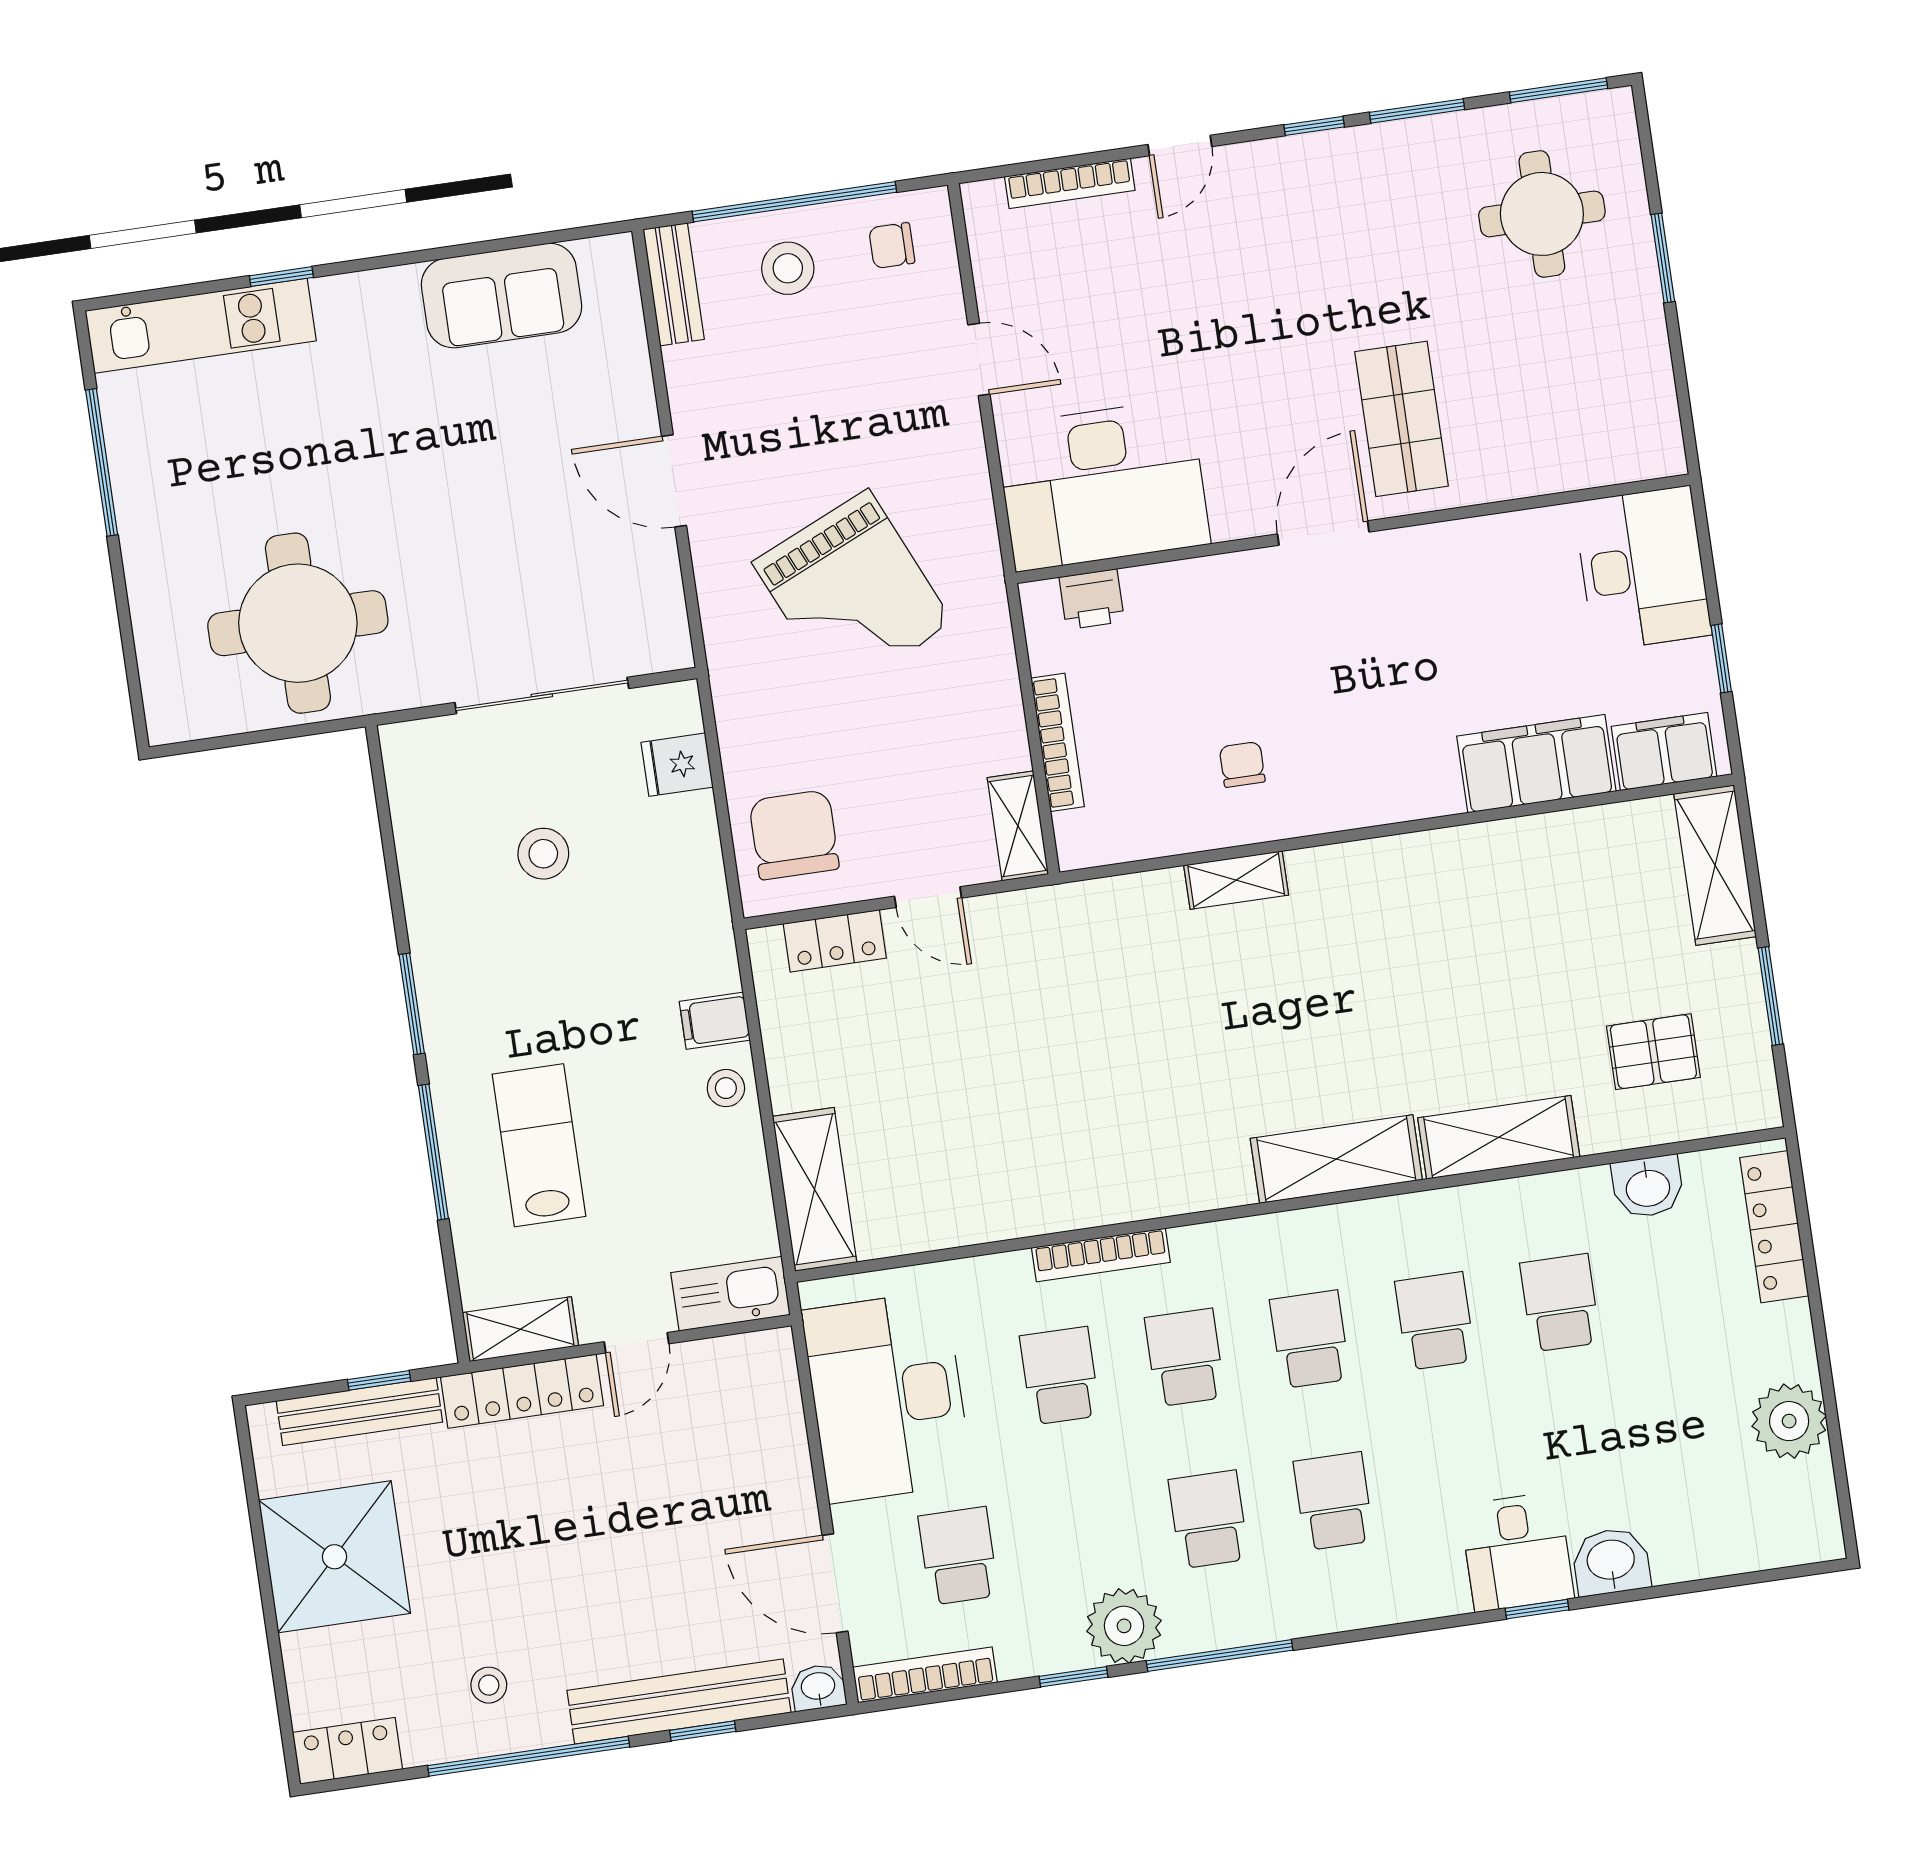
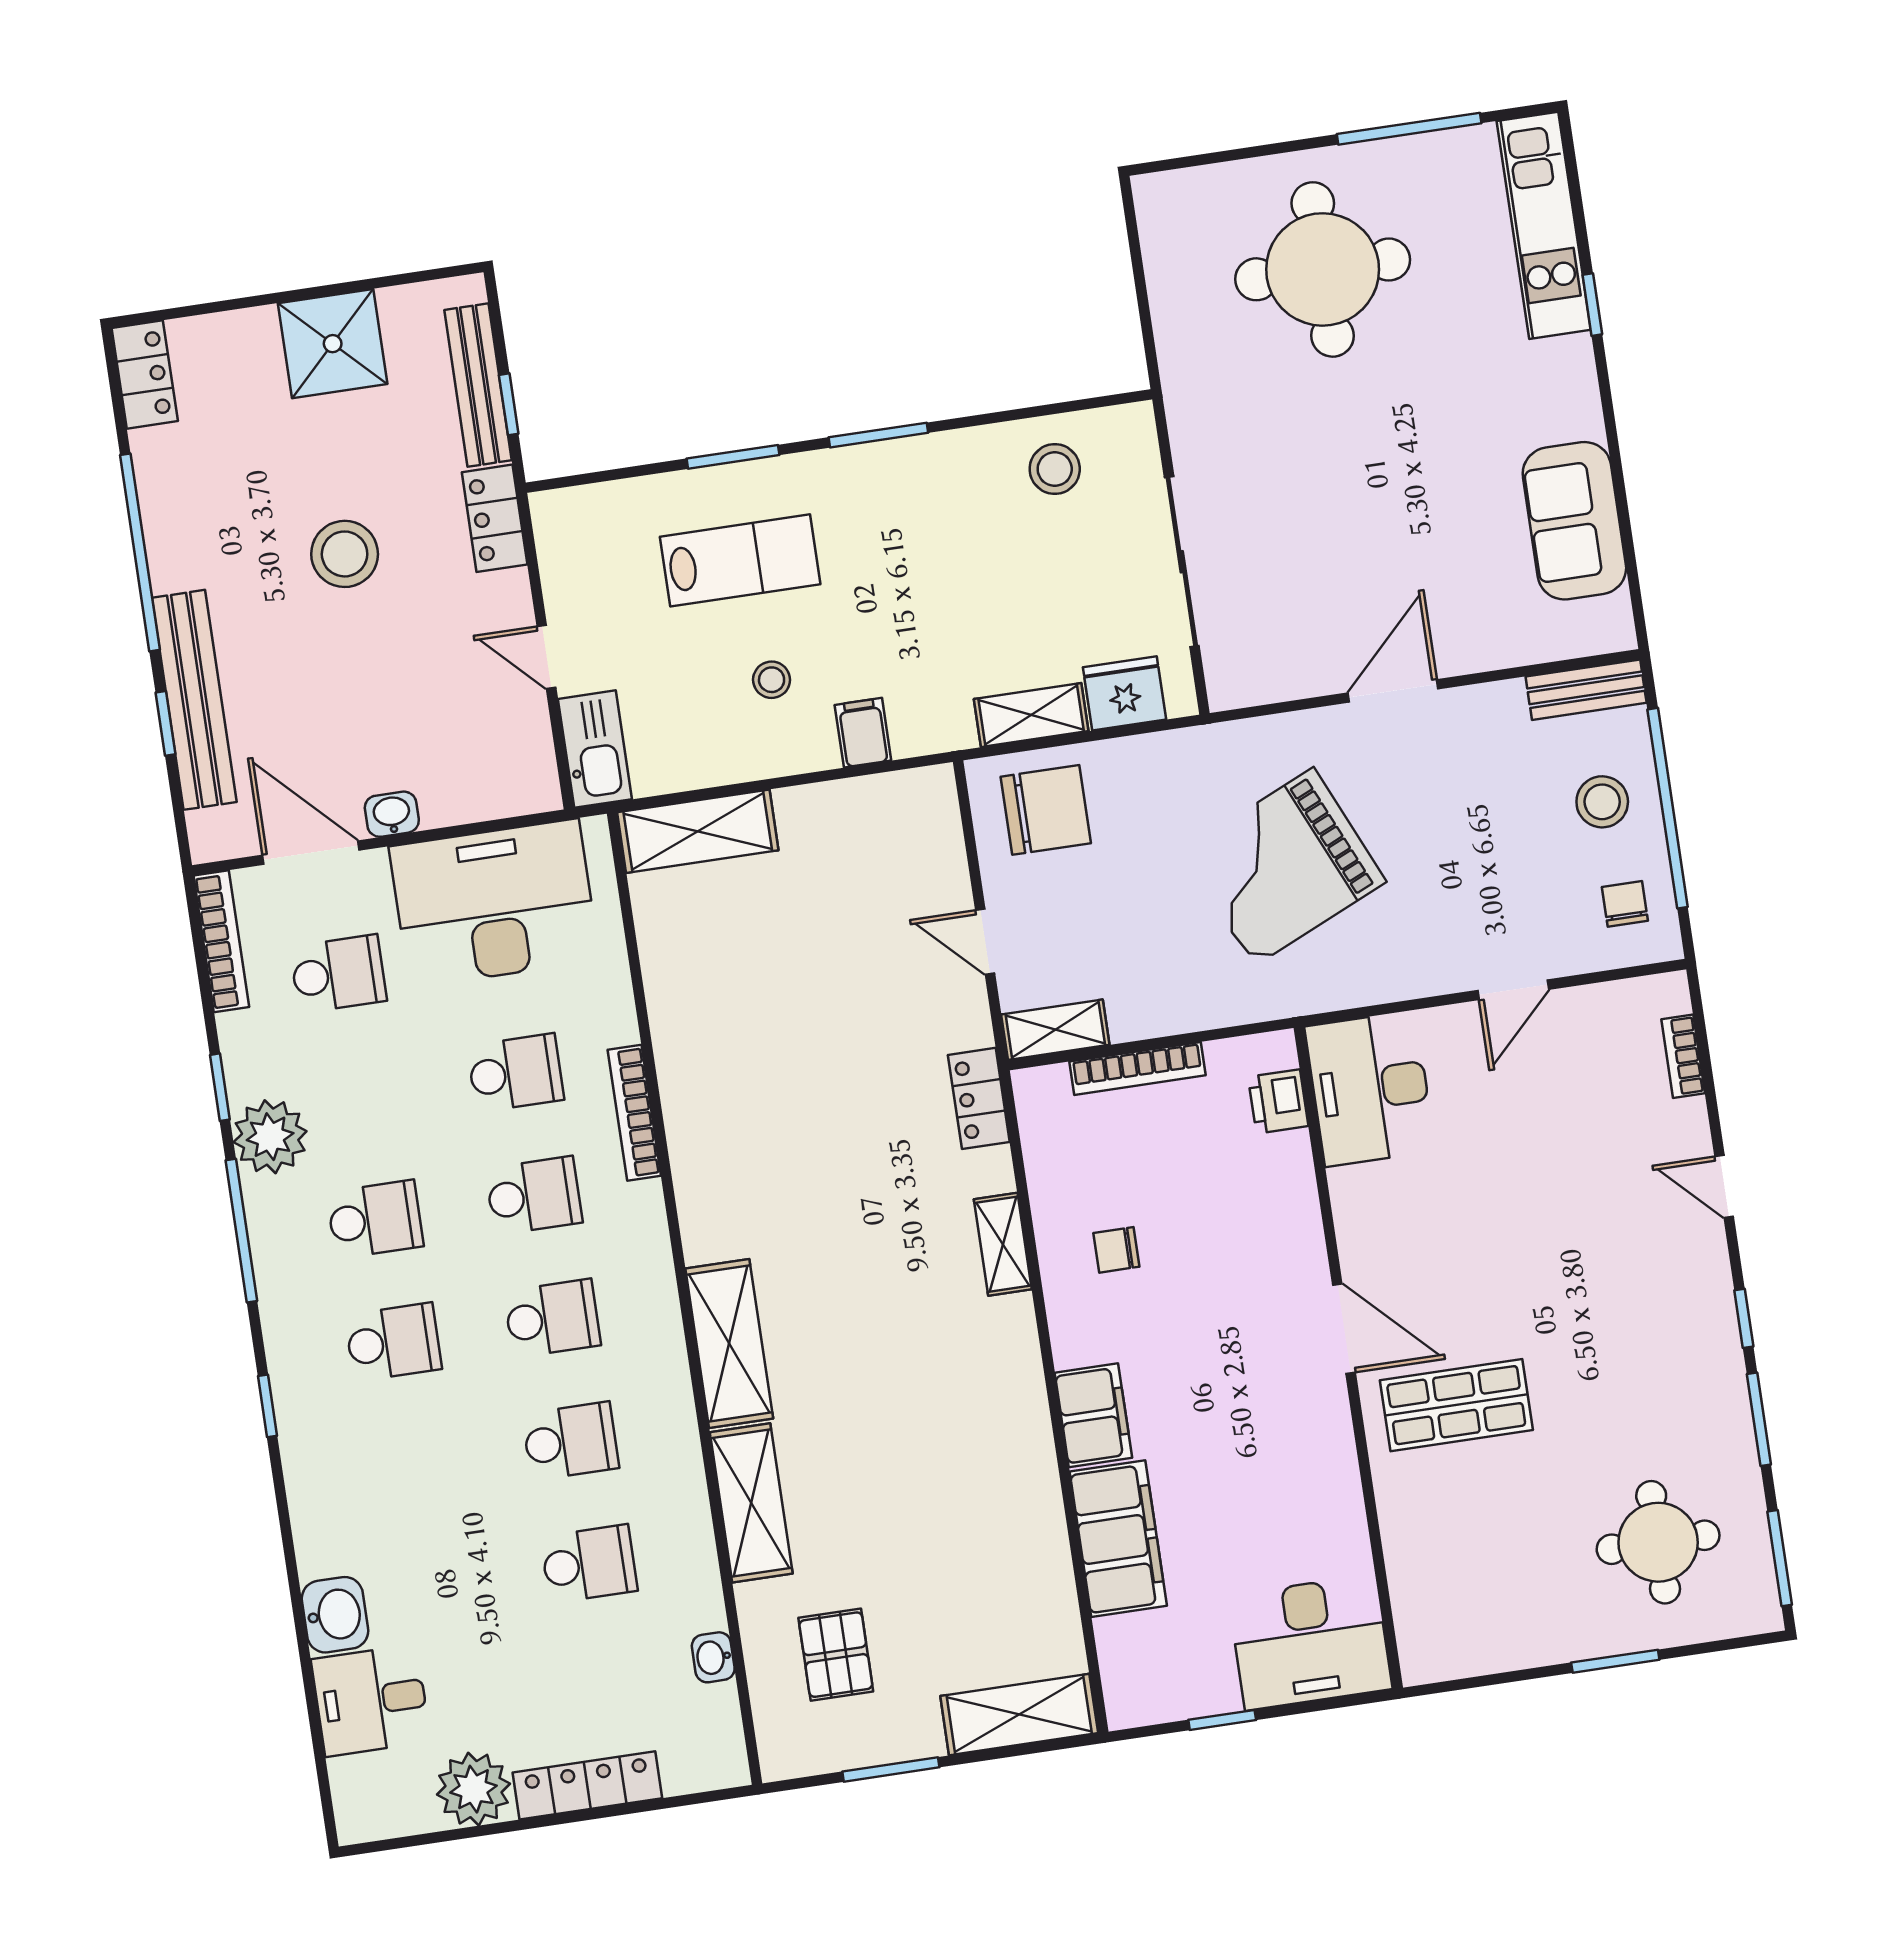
bookcase: (1070, 183) -> (1683, 1056), width x0.64
desk: (1103, 485) -> (1370, 1089), width x0.73, depth x0.77
round table: (298, 623) -> (1323, 269), moved
filing cabinet: (1664, 752) -> (1093, 1415), moved
chair: (1242, 764) -> (1116, 1250), turned 180
fridge: (677, 765) -> (1125, 693), width x1.38
stool: (543, 854) -> (1055, 469), moved
door: (928, 897) -> (985, 942), hinge flipped
locker: (835, 941) -> (979, 1098), moved
stool: (726, 1088) -> (772, 680), moved
window: (433, 1152) -> (733, 457), width x0.69
washbasin: (1648, 1187) -> (713, 1657), width x0.72, depth x0.69
locker: (1774, 1227) -> (587, 1785), moved
shelving: (520, 1329) -> (1031, 715), moved, turned 90
locker: (522, 1391) -> (495, 518), width x0.66
desk: (1517, 1552) -> (371, 1700), moved
shower: (334, 1557) -> (333, 344), width x0.73, depth x0.73
door: (835, 1583) -> (311, 853), hinge flipped
window: (1537, 1609) -> (268, 1406), moved
stool: (489, 1685) -> (345, 554), moved, width x1.89, depth x1.89
washbasin: (818, 1687) -> (392, 814), moved, turned -90

